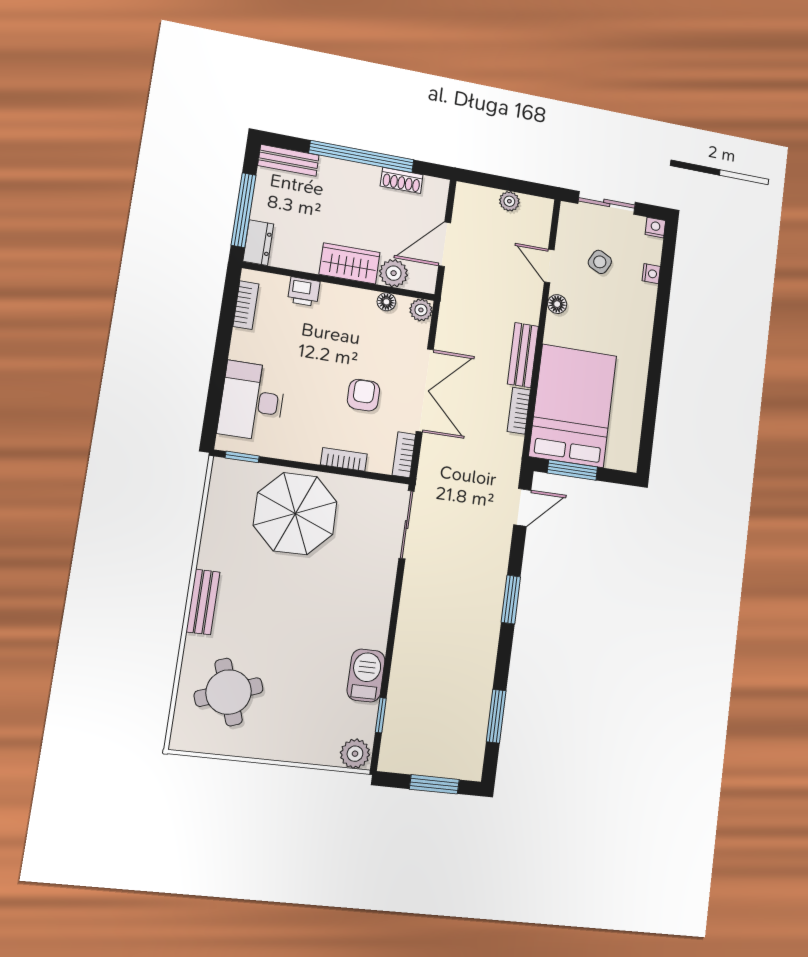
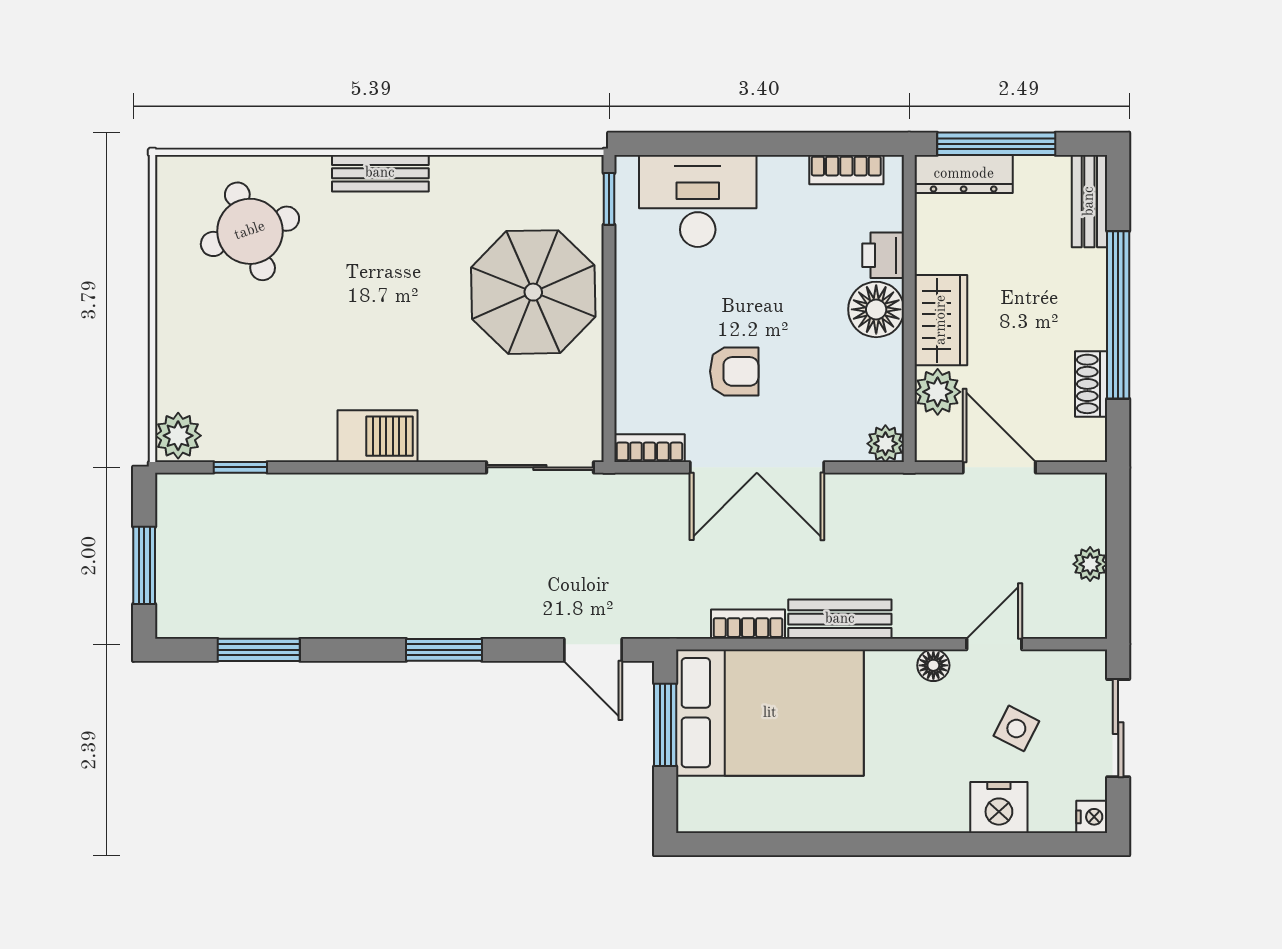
dresser: (258, 243) -> (964, 174), width x1.44
nightstand: (651, 274) -> (999, 807), width x1.89, depth x1.79
floor lamp: (386, 302) -> (876, 309), moved, width x1.89, depth x1.89
bookcase: (344, 459) -> (628, 355), removed
barbecue: (366, 675) -> (378, 436), moved

